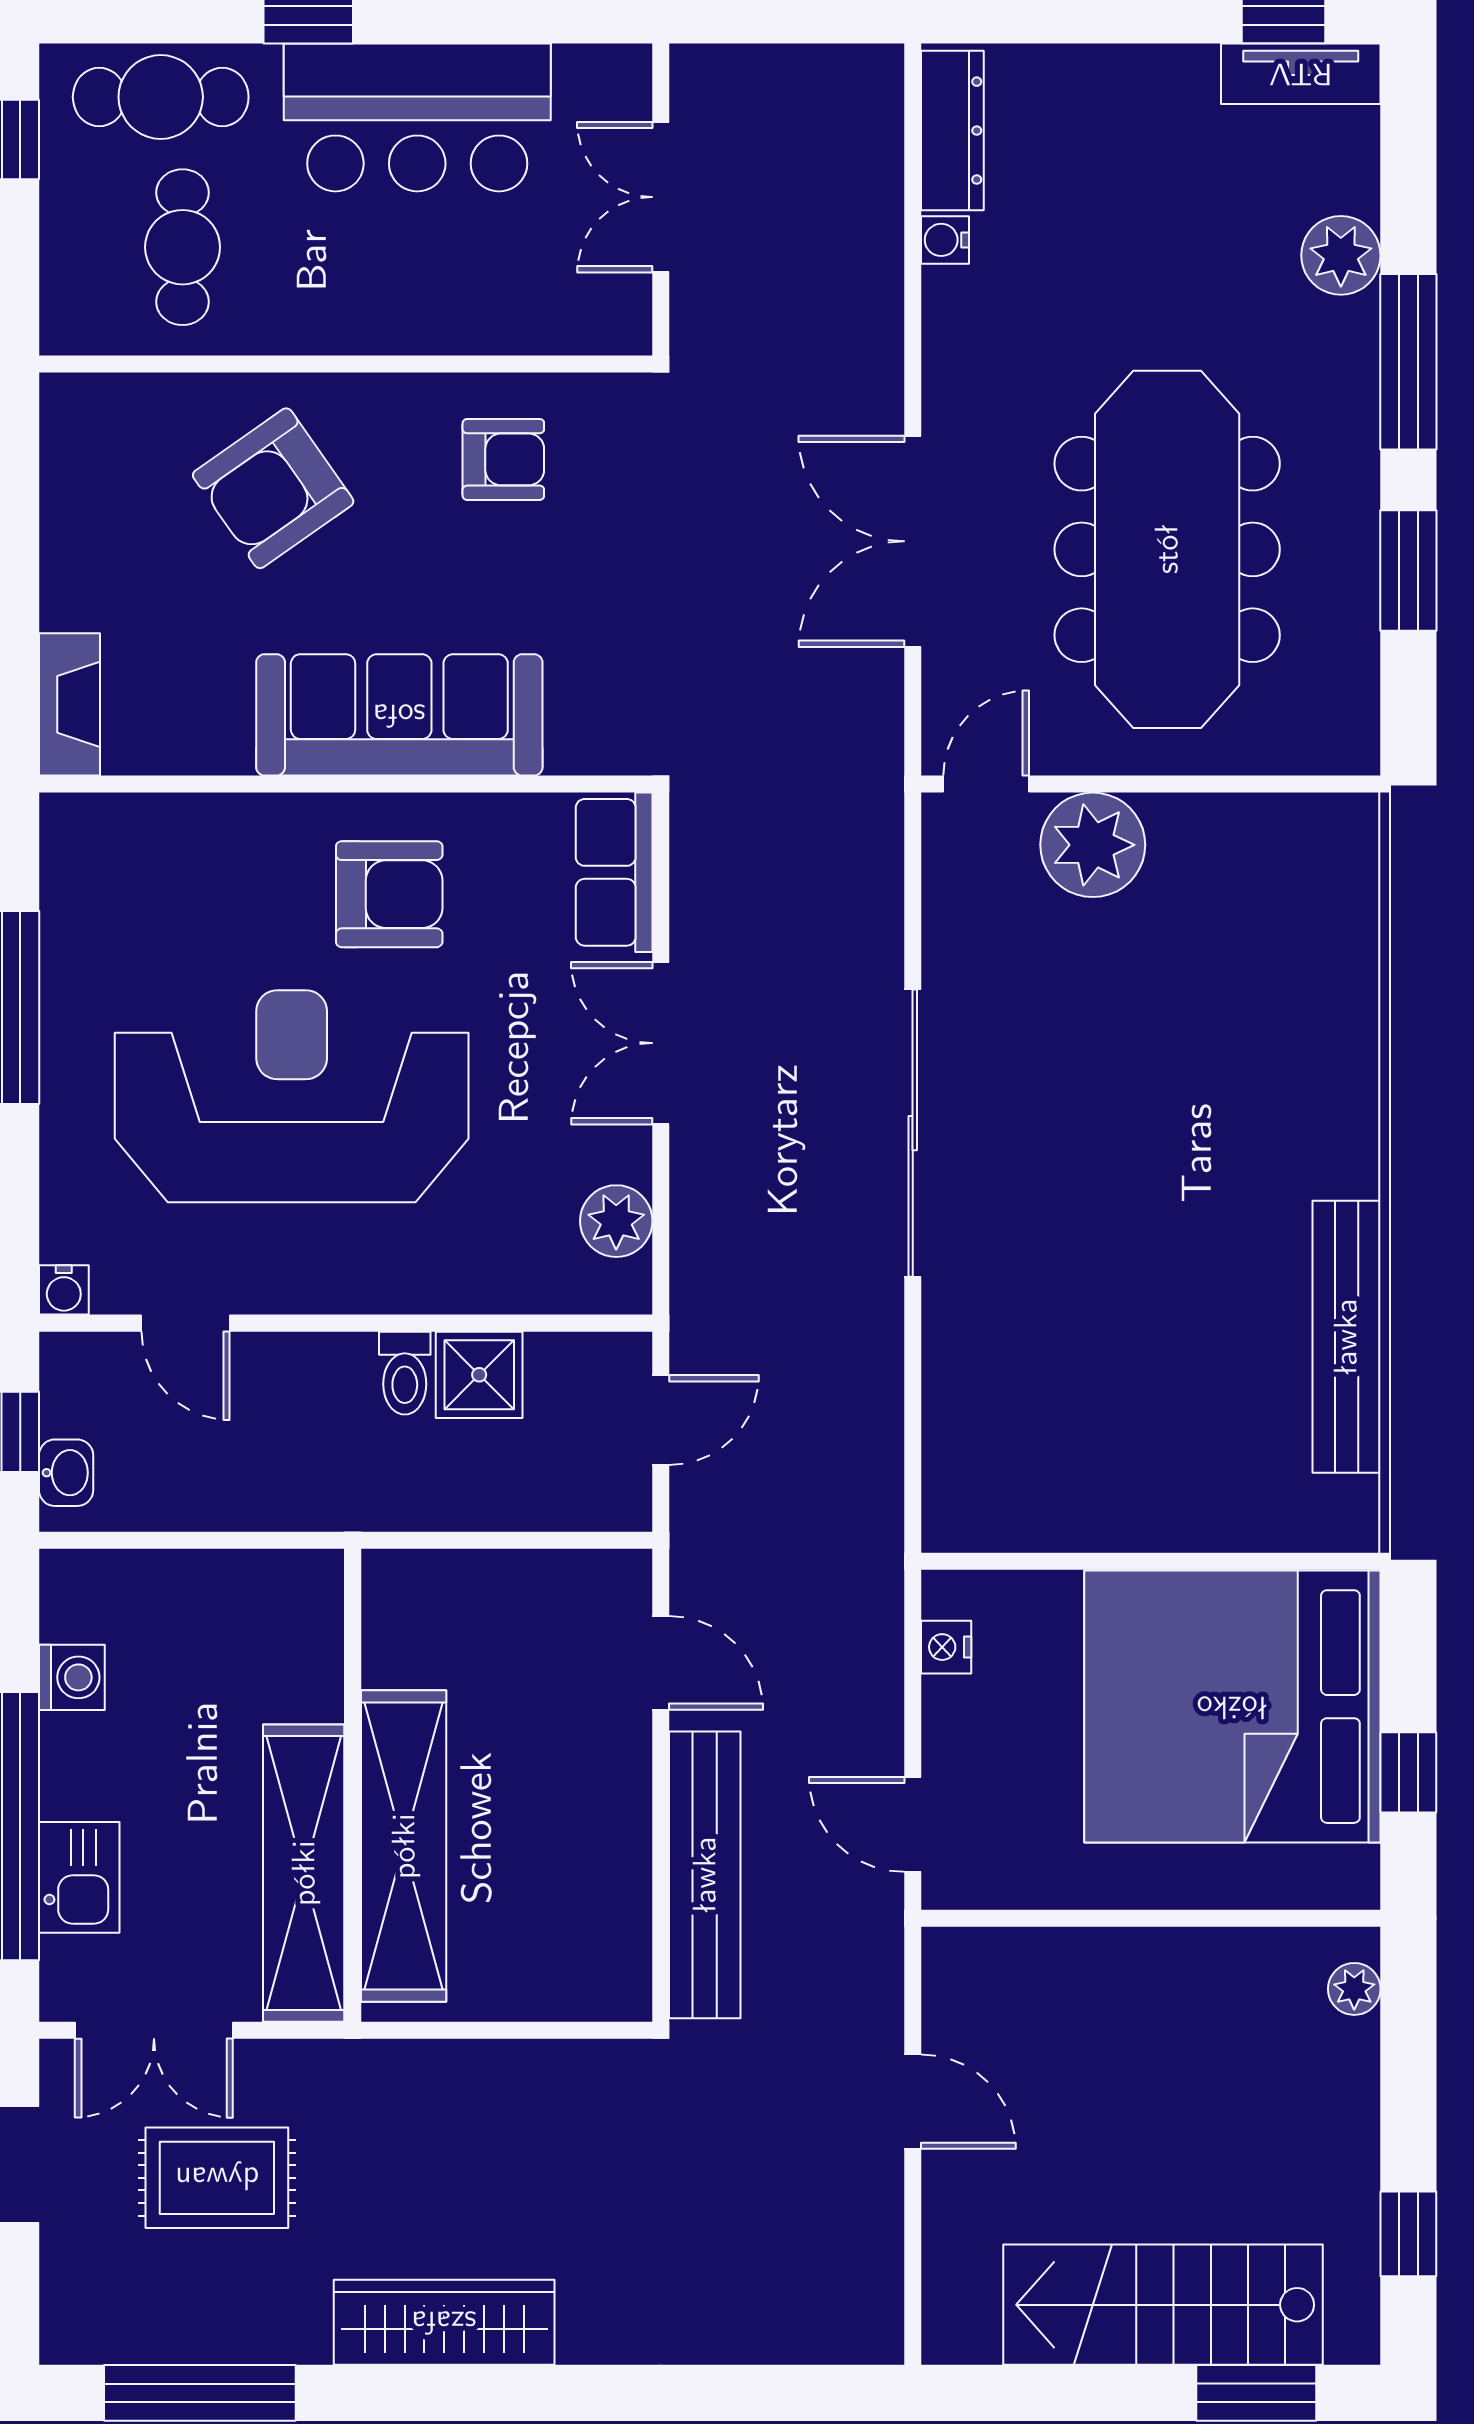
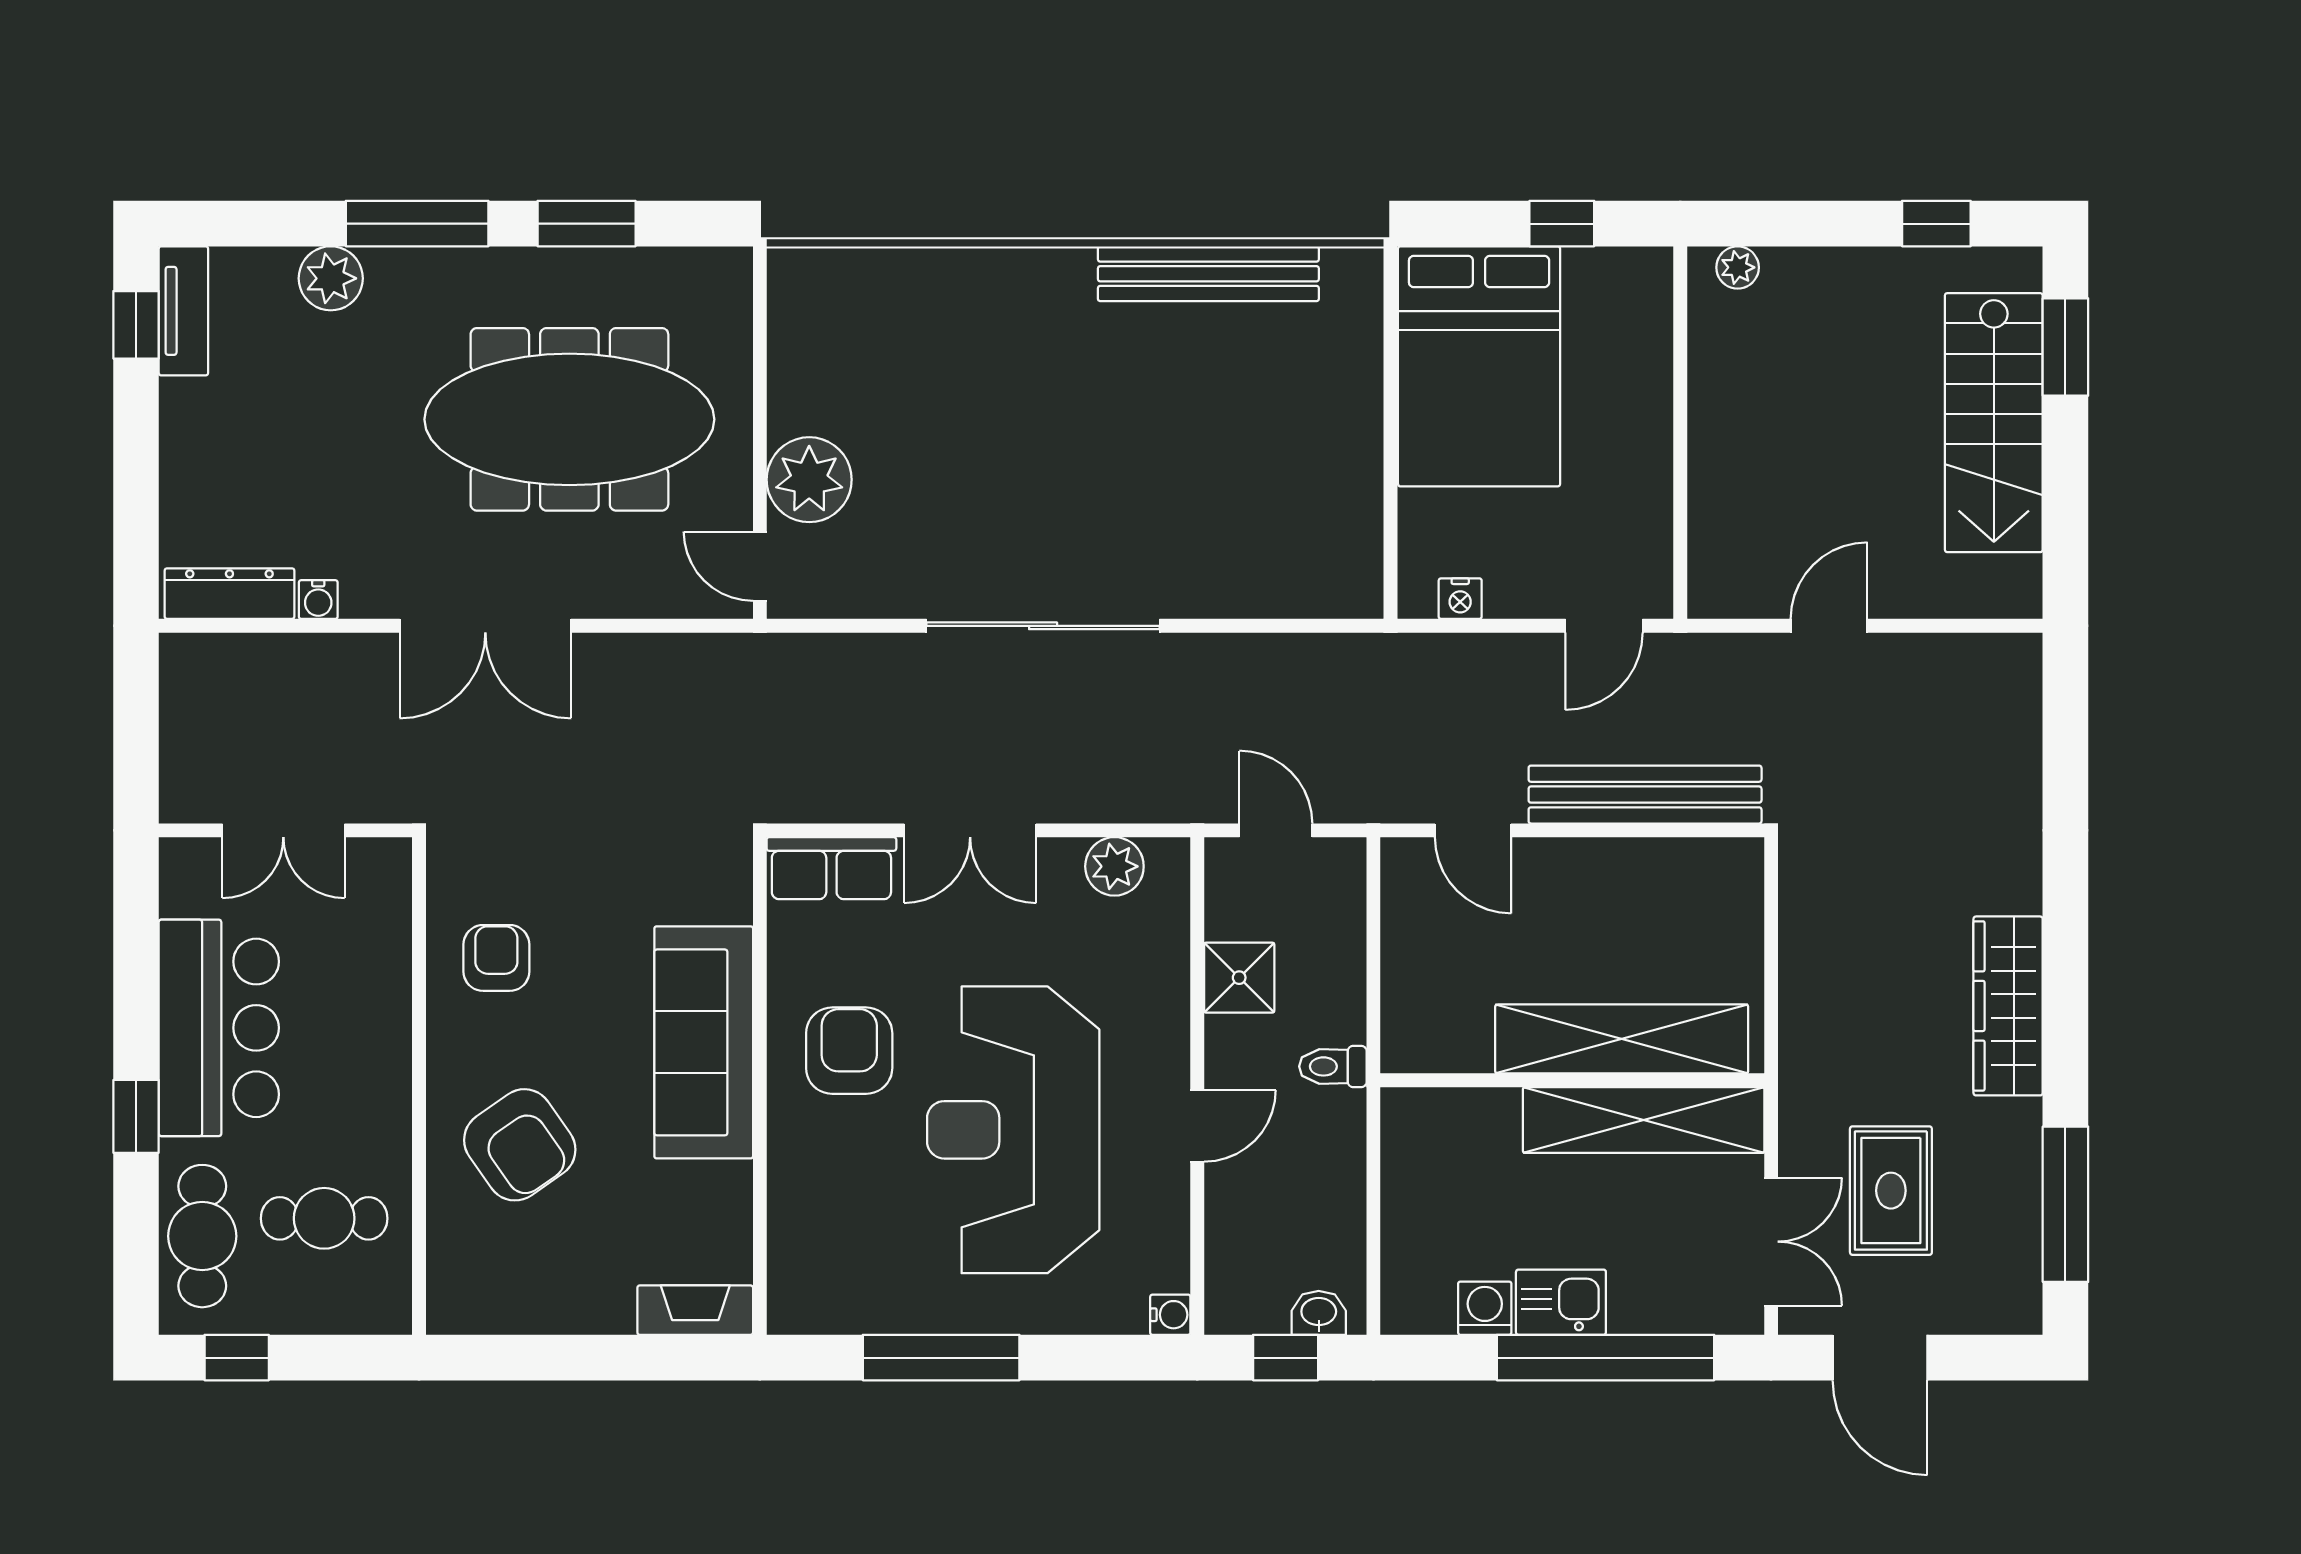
double door: (913, 541) -> (485, 626), moved
door: (186, 1323) -> (1197, 1126), moved
toilet: (405, 1373) -> (1333, 1066), moved, turned 180
door: (661, 1663) -> (1473, 830), swing flipped
bed: (1232, 1707) -> (1479, 366), width x0.73
kitchen sink: (79, 1877) -> (1561, 1302), moved

